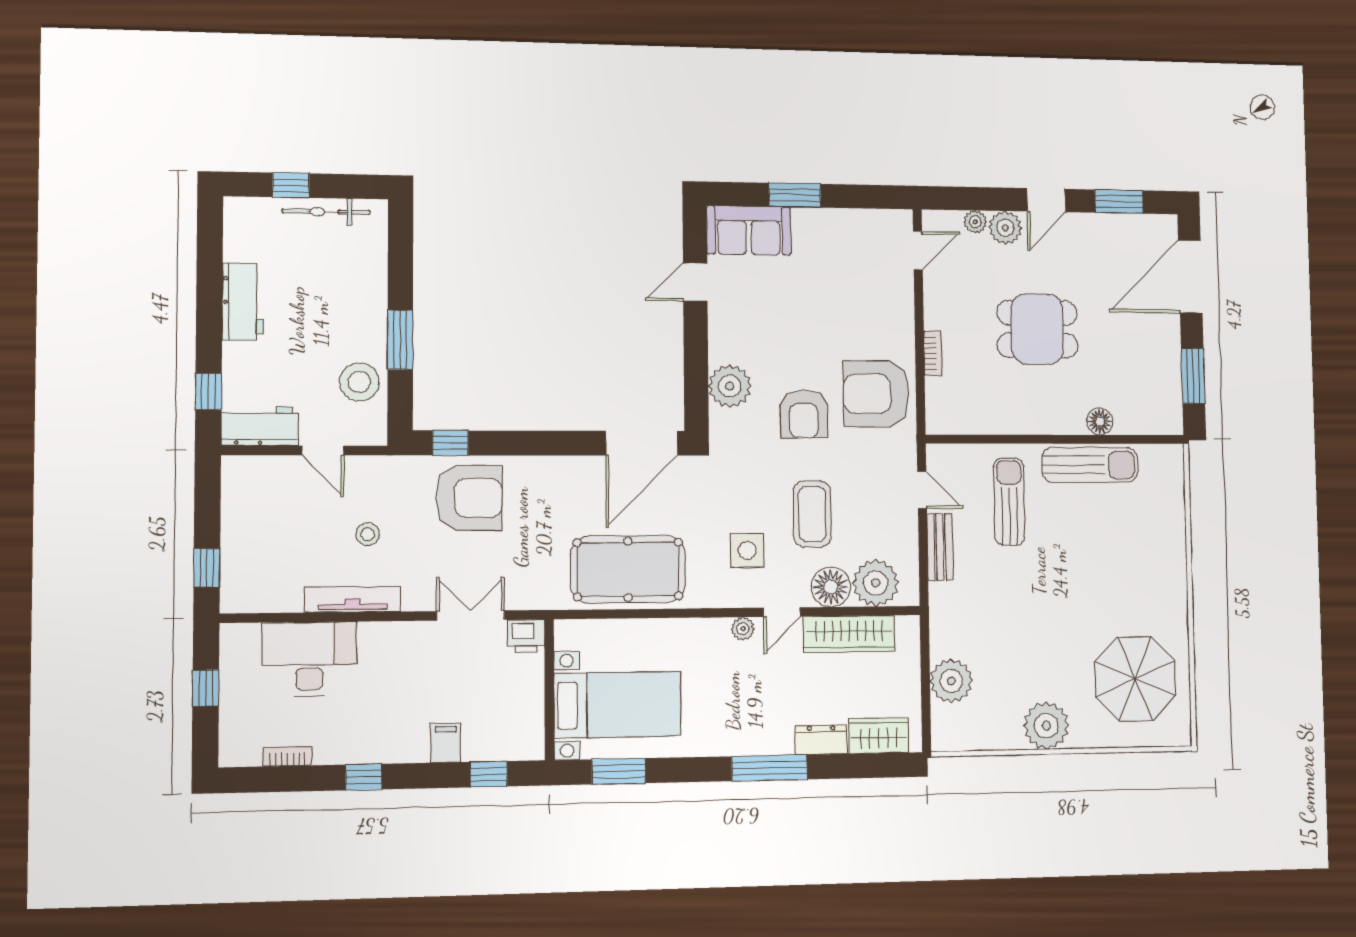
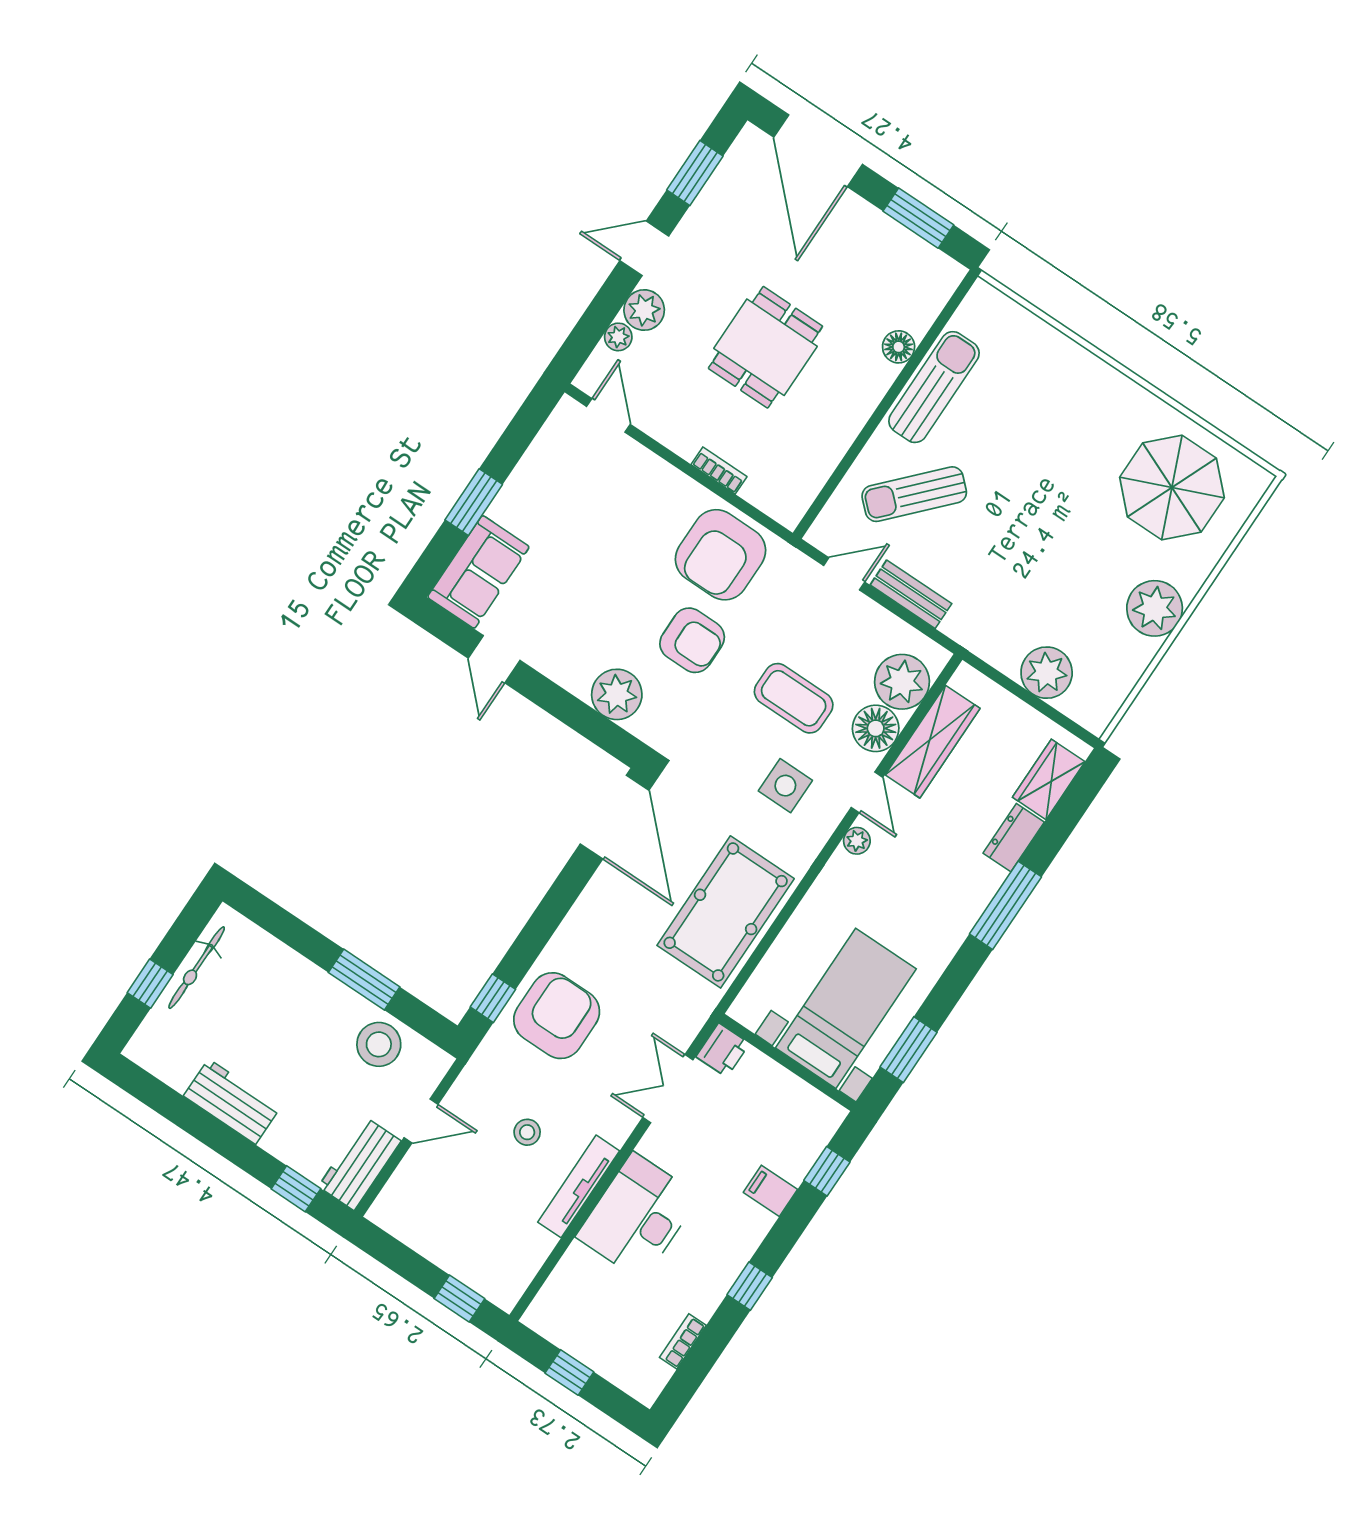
door: (1046, 200) -> (644, 248), swing flipped
sun lounger: (1009, 502) -> (914, 494), turned -47
desk: (310, 659) -> (638, 1217), moved

